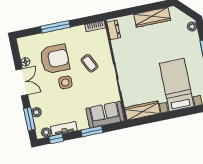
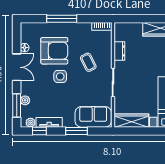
dresser: (114, 30) -> (119, 51), moved

